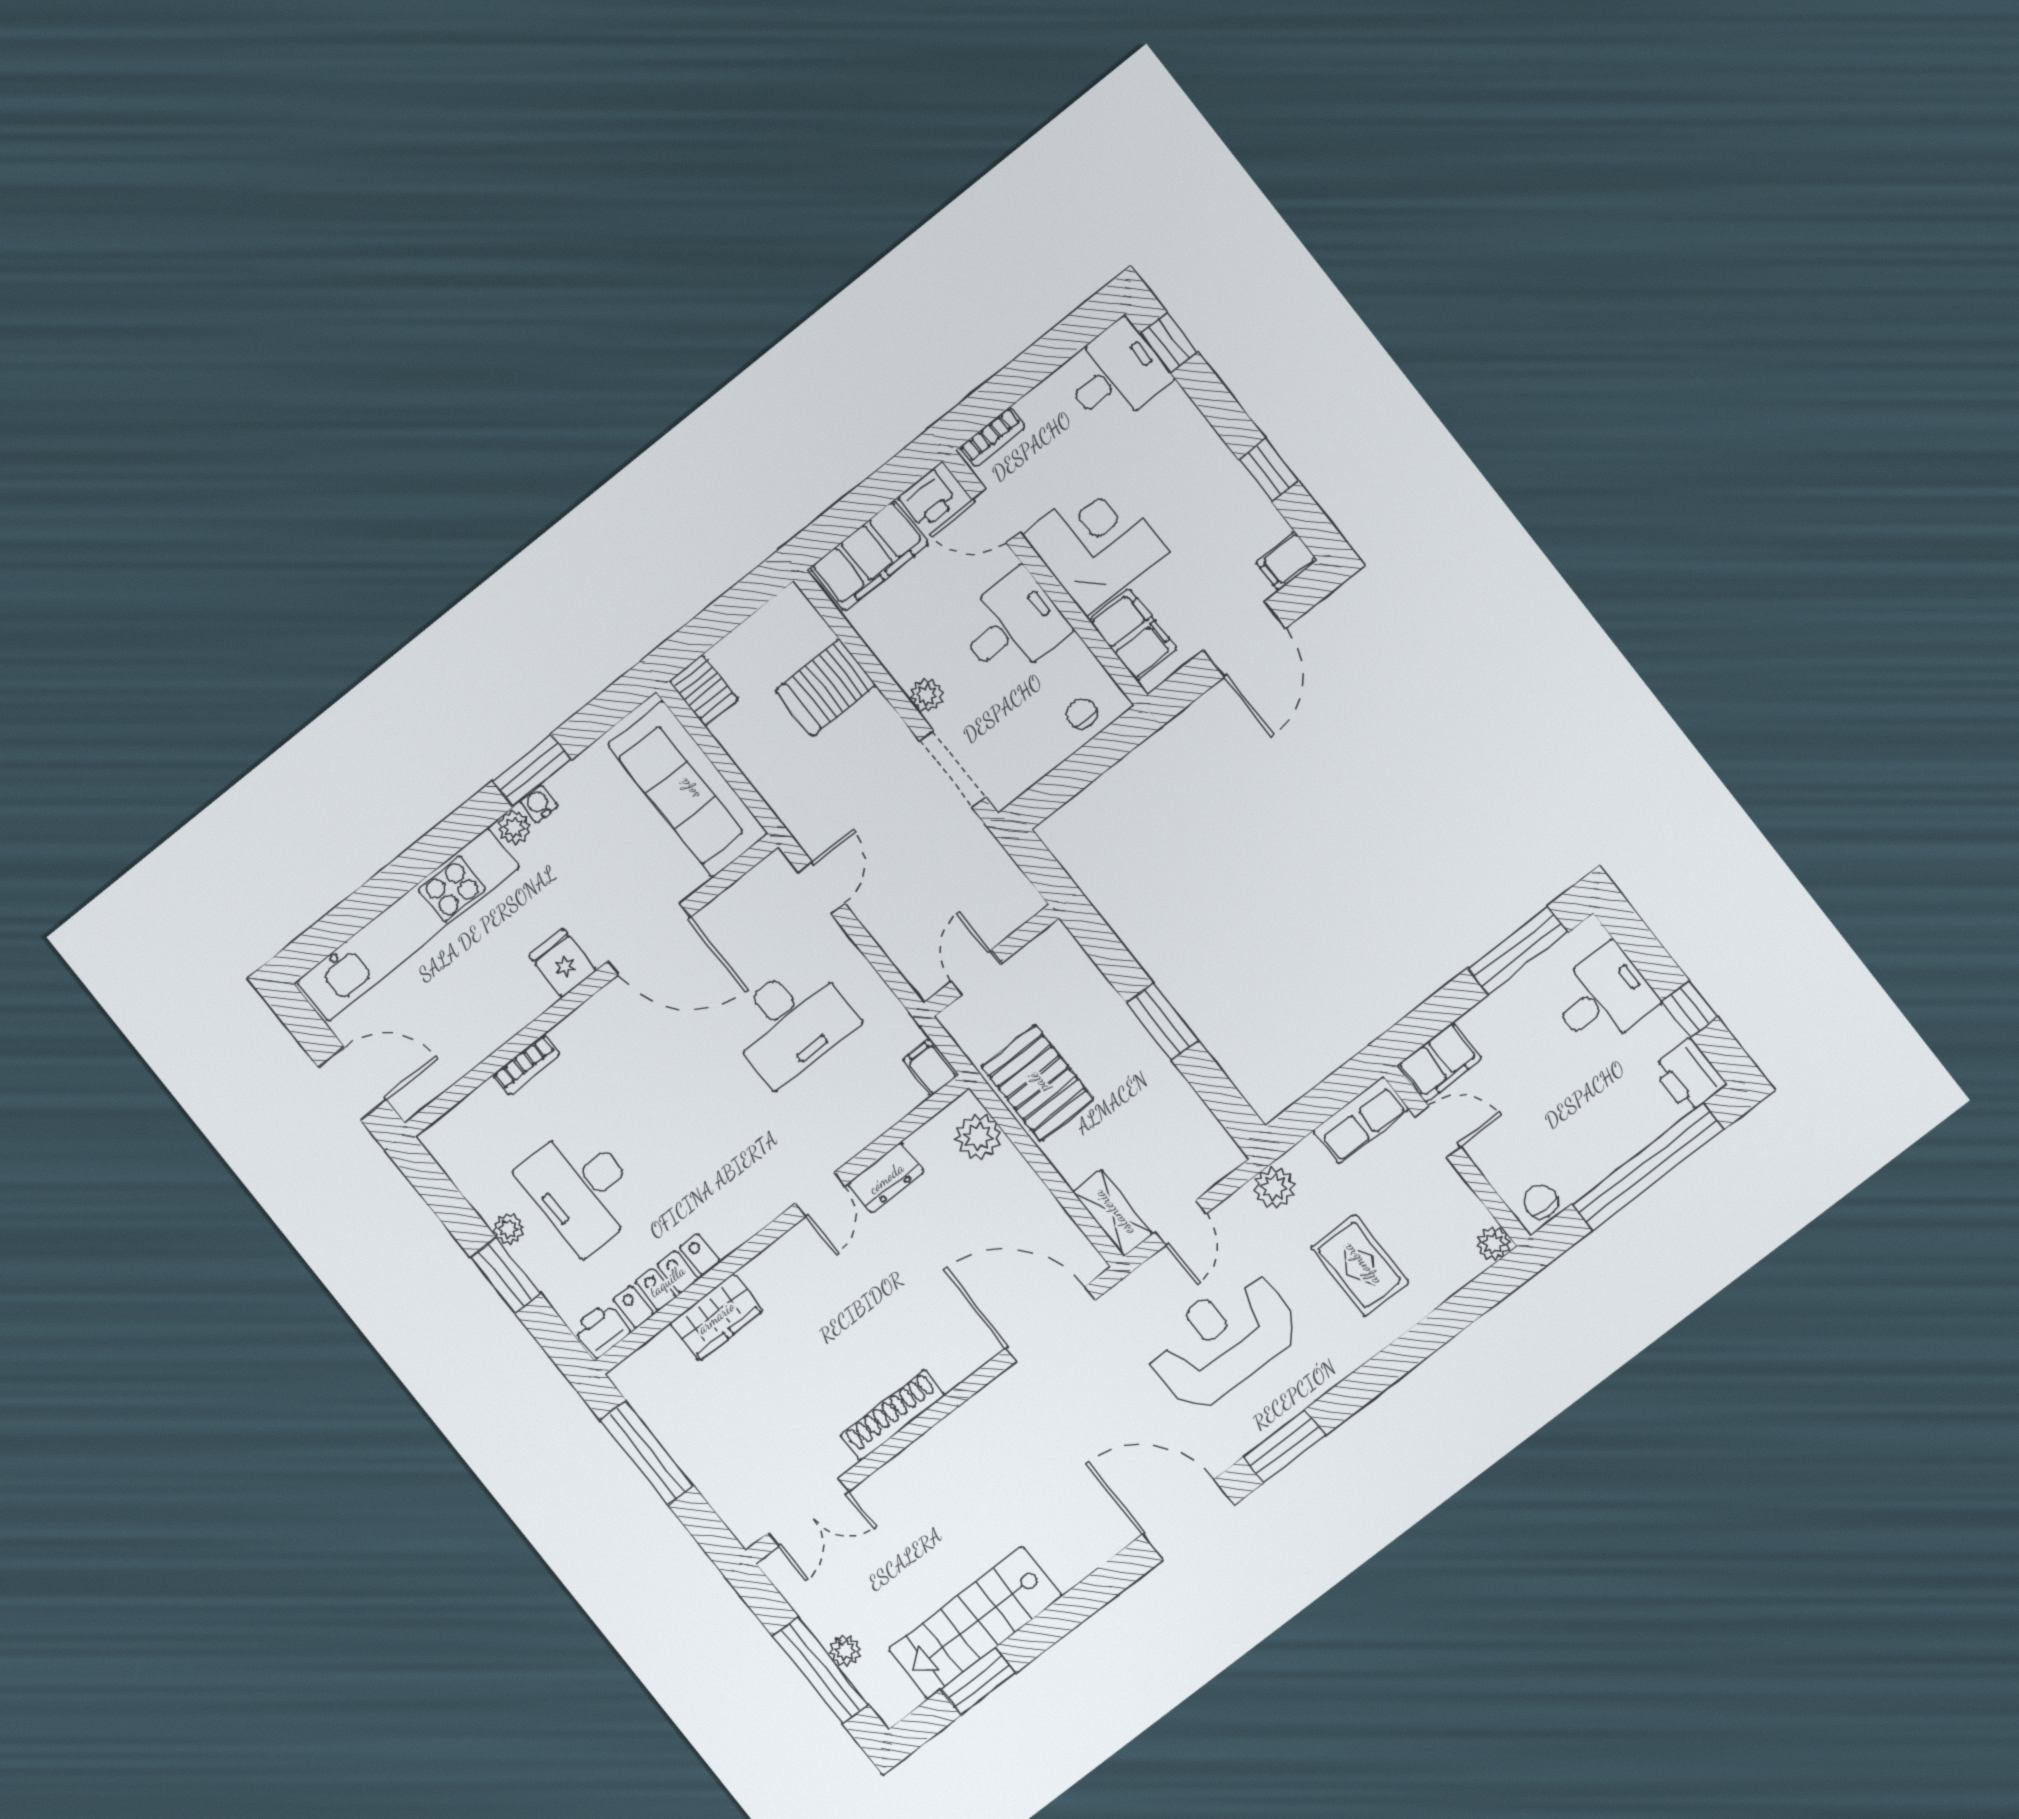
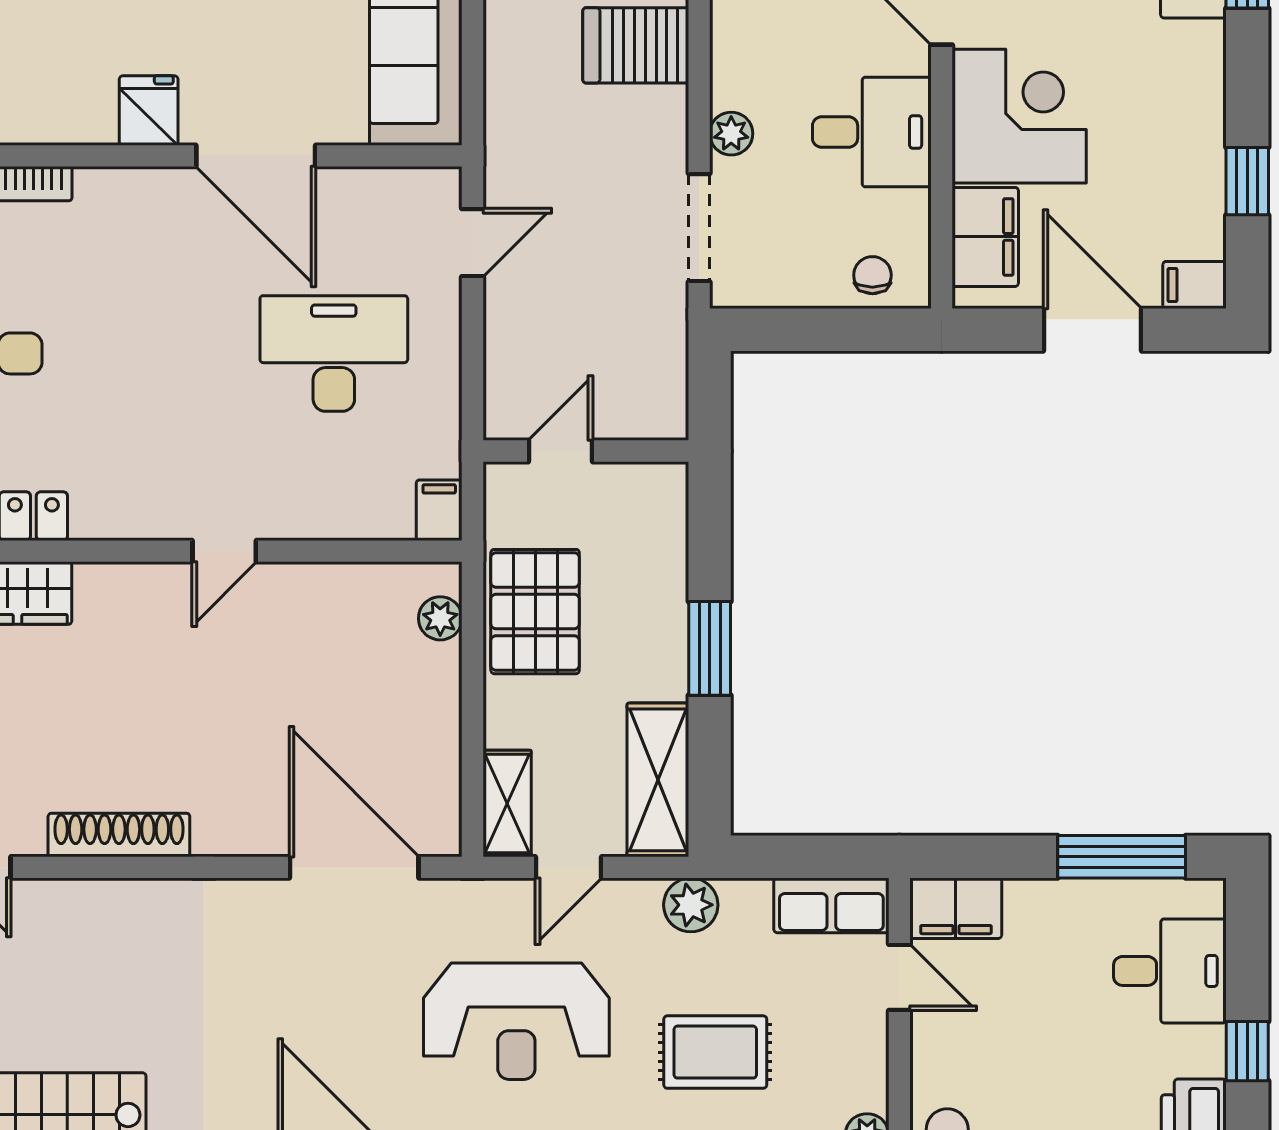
door: (1245, 639) -> (1092, 330), swing flipped
desk: (791, 1022) -> (334, 353), turned 180
shelving: (1194, 1127) -> (658, 780), added
plant: (978, 1136) -> (440, 618), width x0.73, depth x0.73
dresser: (886, 1178) -> (305, 587), removed
rug: (1360, 1265) -> (715, 1052), turned 90
reception desk: (1223, 1341) -> (516, 1021), turned 180

